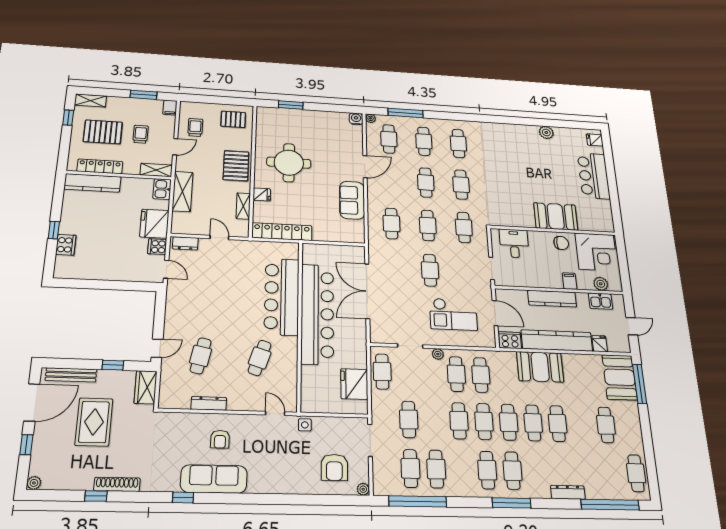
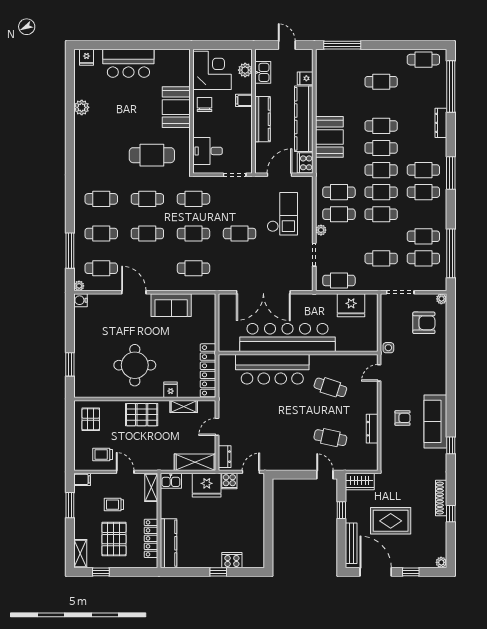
cafe table: (505, 191) -> (152, 155), added
shelving: (183, 192) -> (195, 462), moved
booth: (620, 377) -> (337, 63), removed

